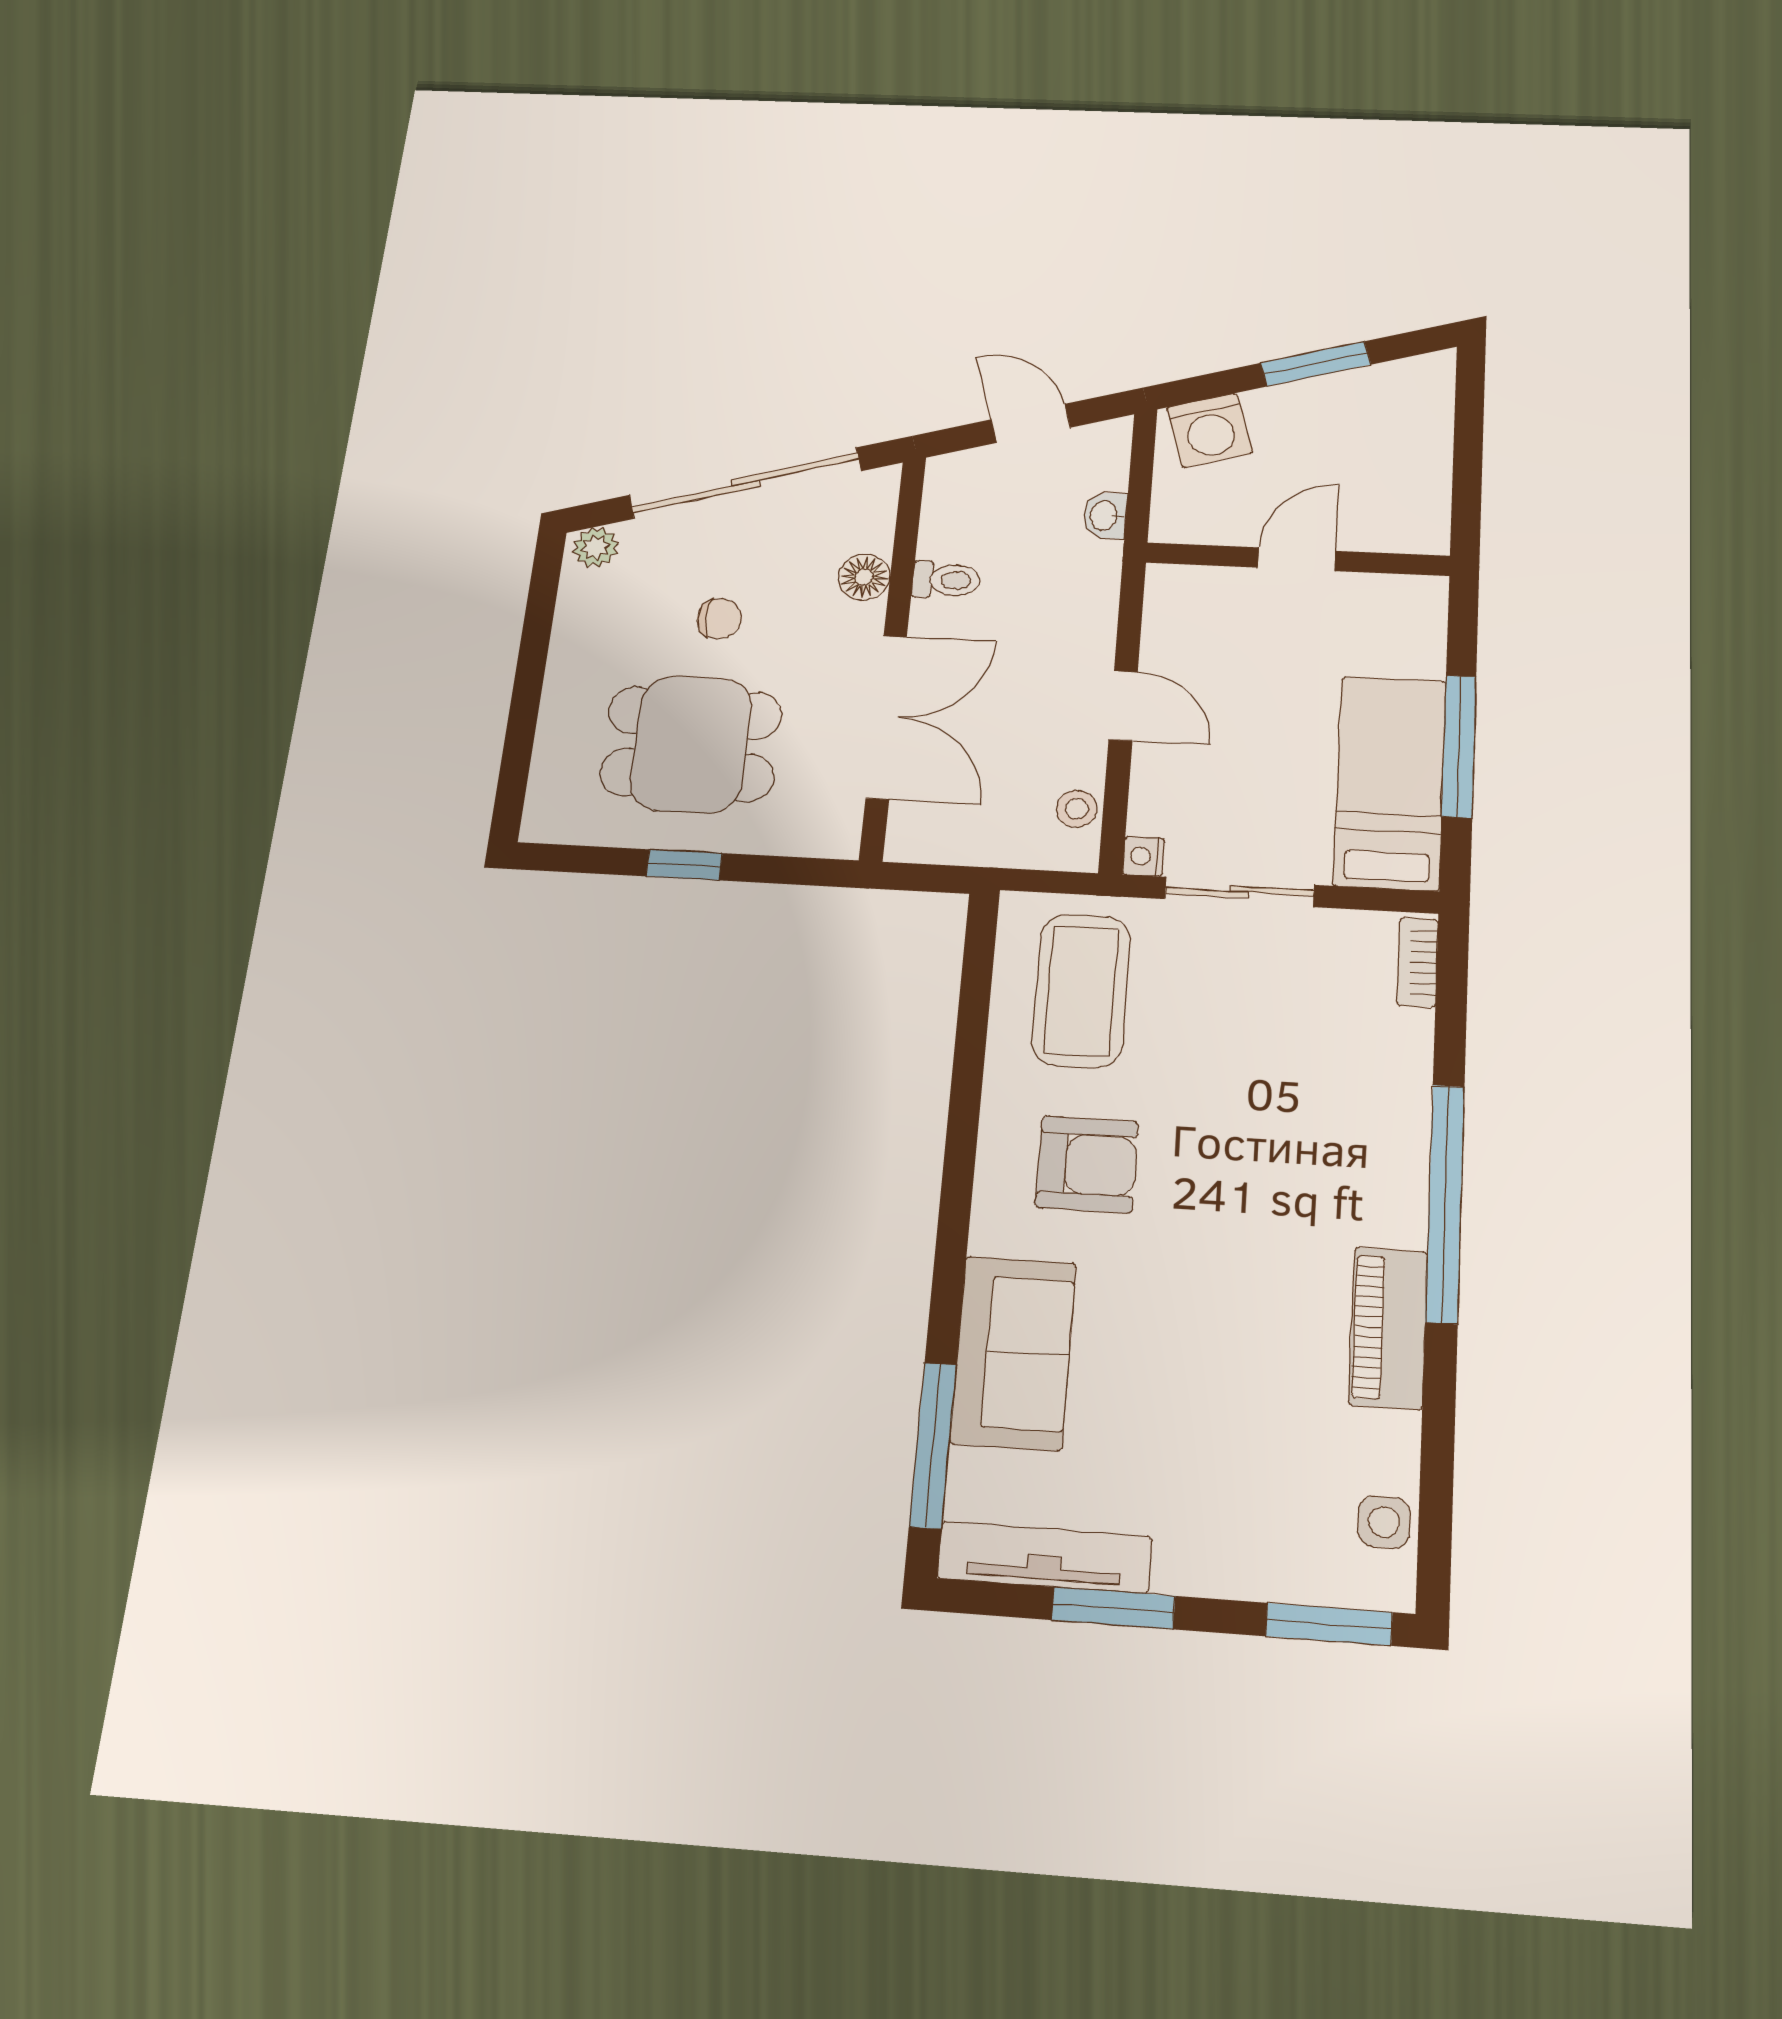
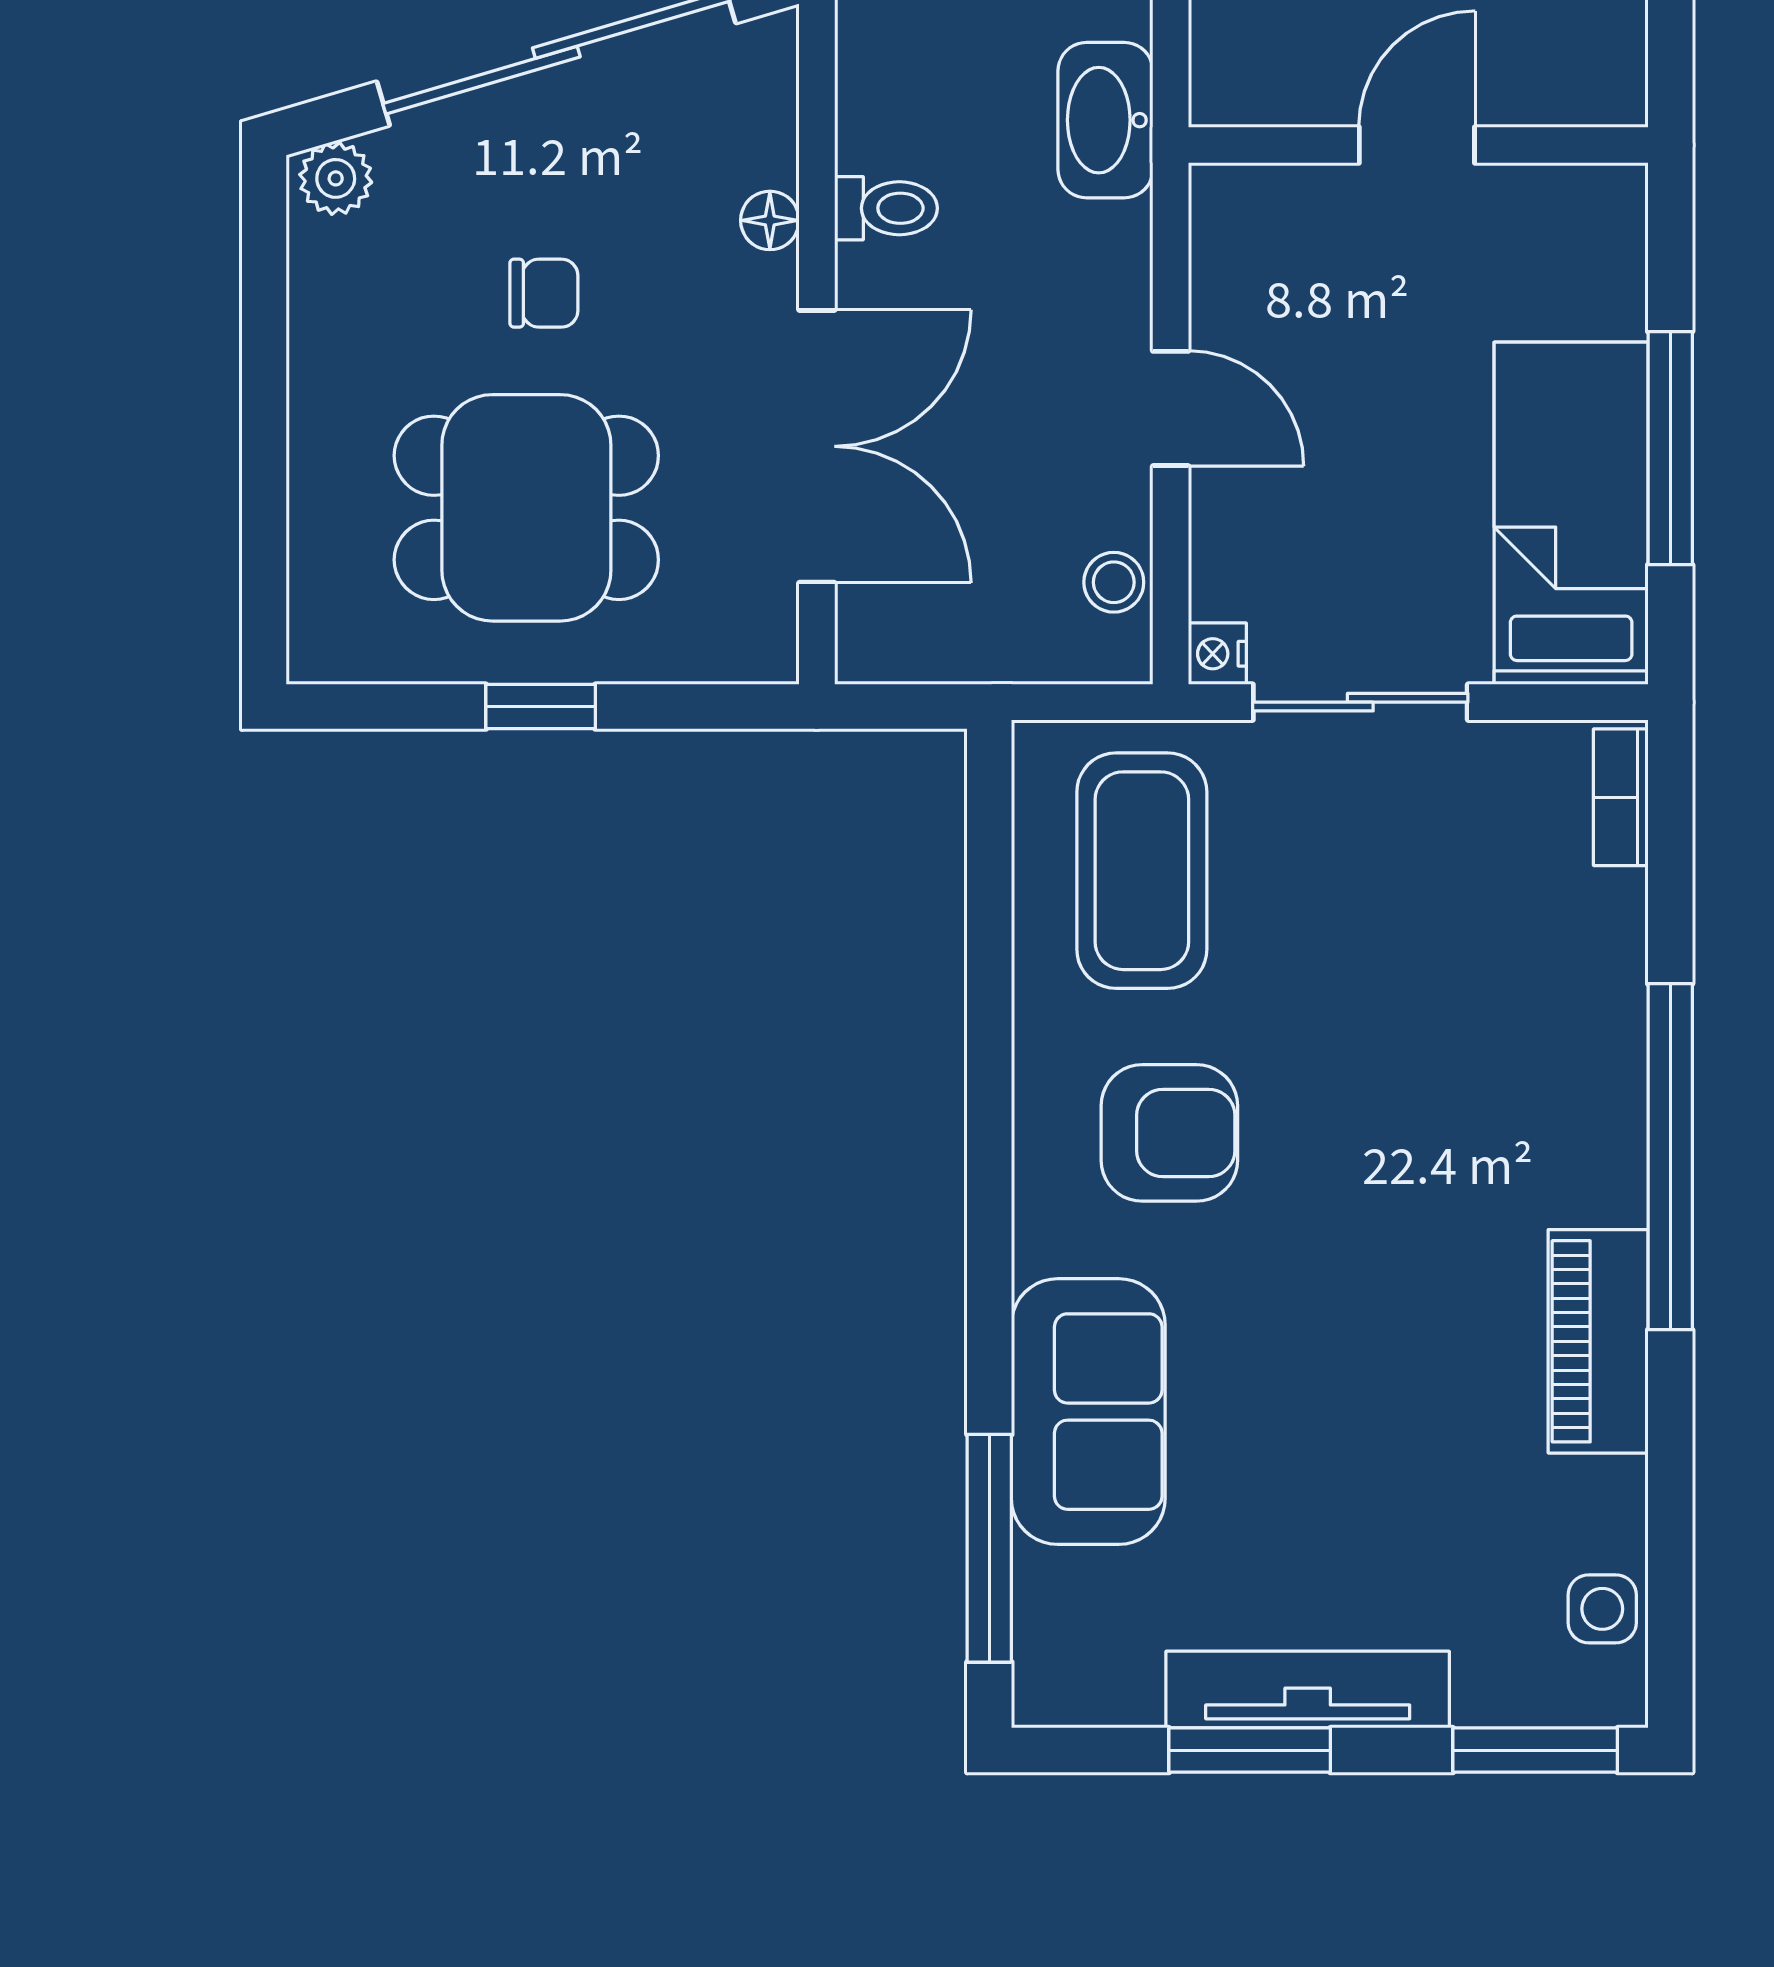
washbasin: (1105, 516) -> (1105, 120), width x1.91, depth x1.45
floor lamp: (864, 577) -> (770, 220), width x0.73, depth x0.73
tv unit: (1045, 1557) -> (1308, 1690), moved

